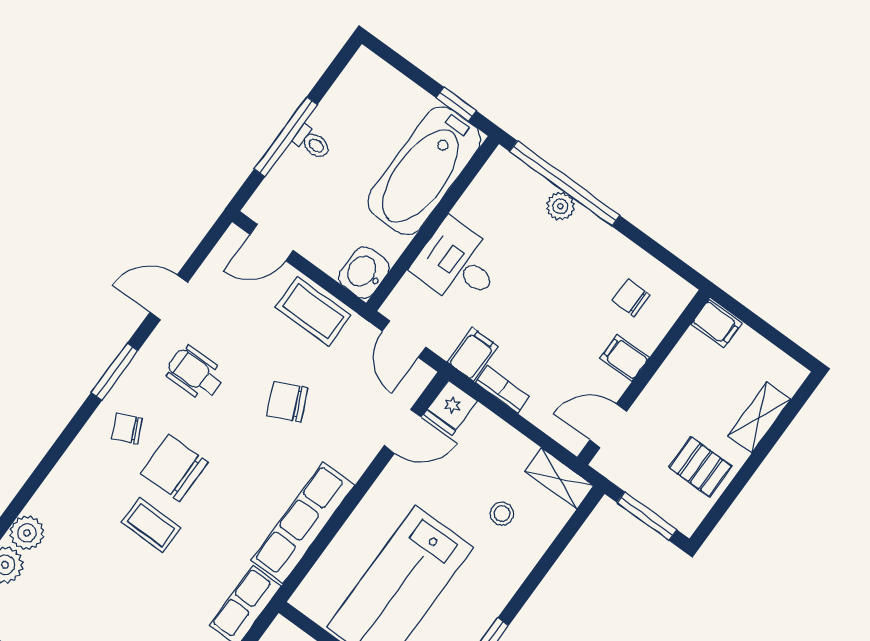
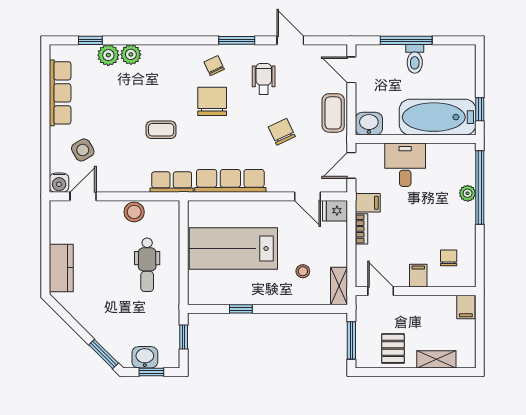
toilet: (312, 143) -> (415, 59), width x1.37, depth x1.39
coffee table: (151, 525) -> (161, 130), moved, turned 90

